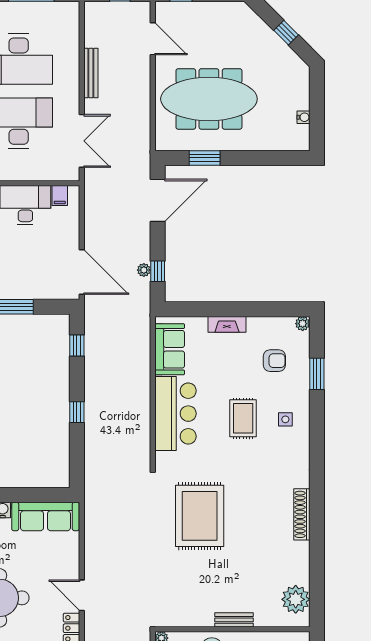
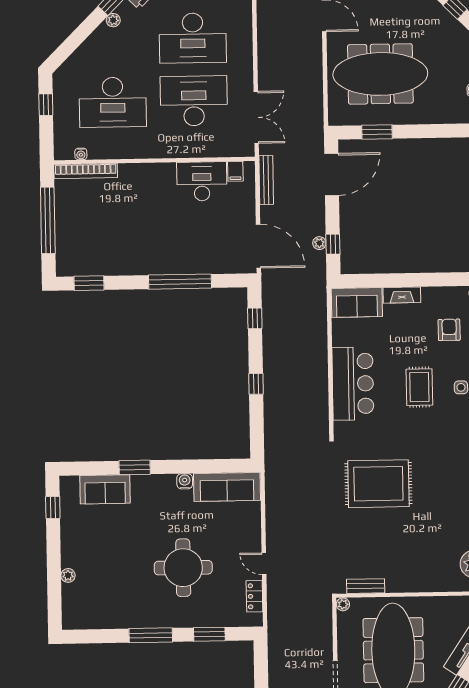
bench: (91, 73) -> (266, 180), moved
sofa: (170, 349) -> (357, 302), moved, turned 90
armchair: (274, 361) -> (449, 330), turned -90
rug: (200, 516) -> (378, 484), turned 90
door: (82, 595) -> (264, 564), width x0.73
bench: (234, 620) -> (366, 586), moved

